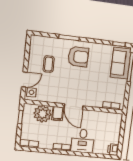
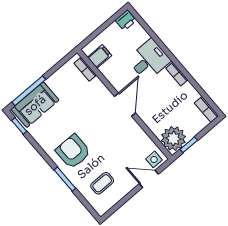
coffee table: (49, 64) -> (102, 183), moved
plant: (43, 114) -> (173, 139), moved
filing cabinet: (58, 114) -> (100, 56), moved

